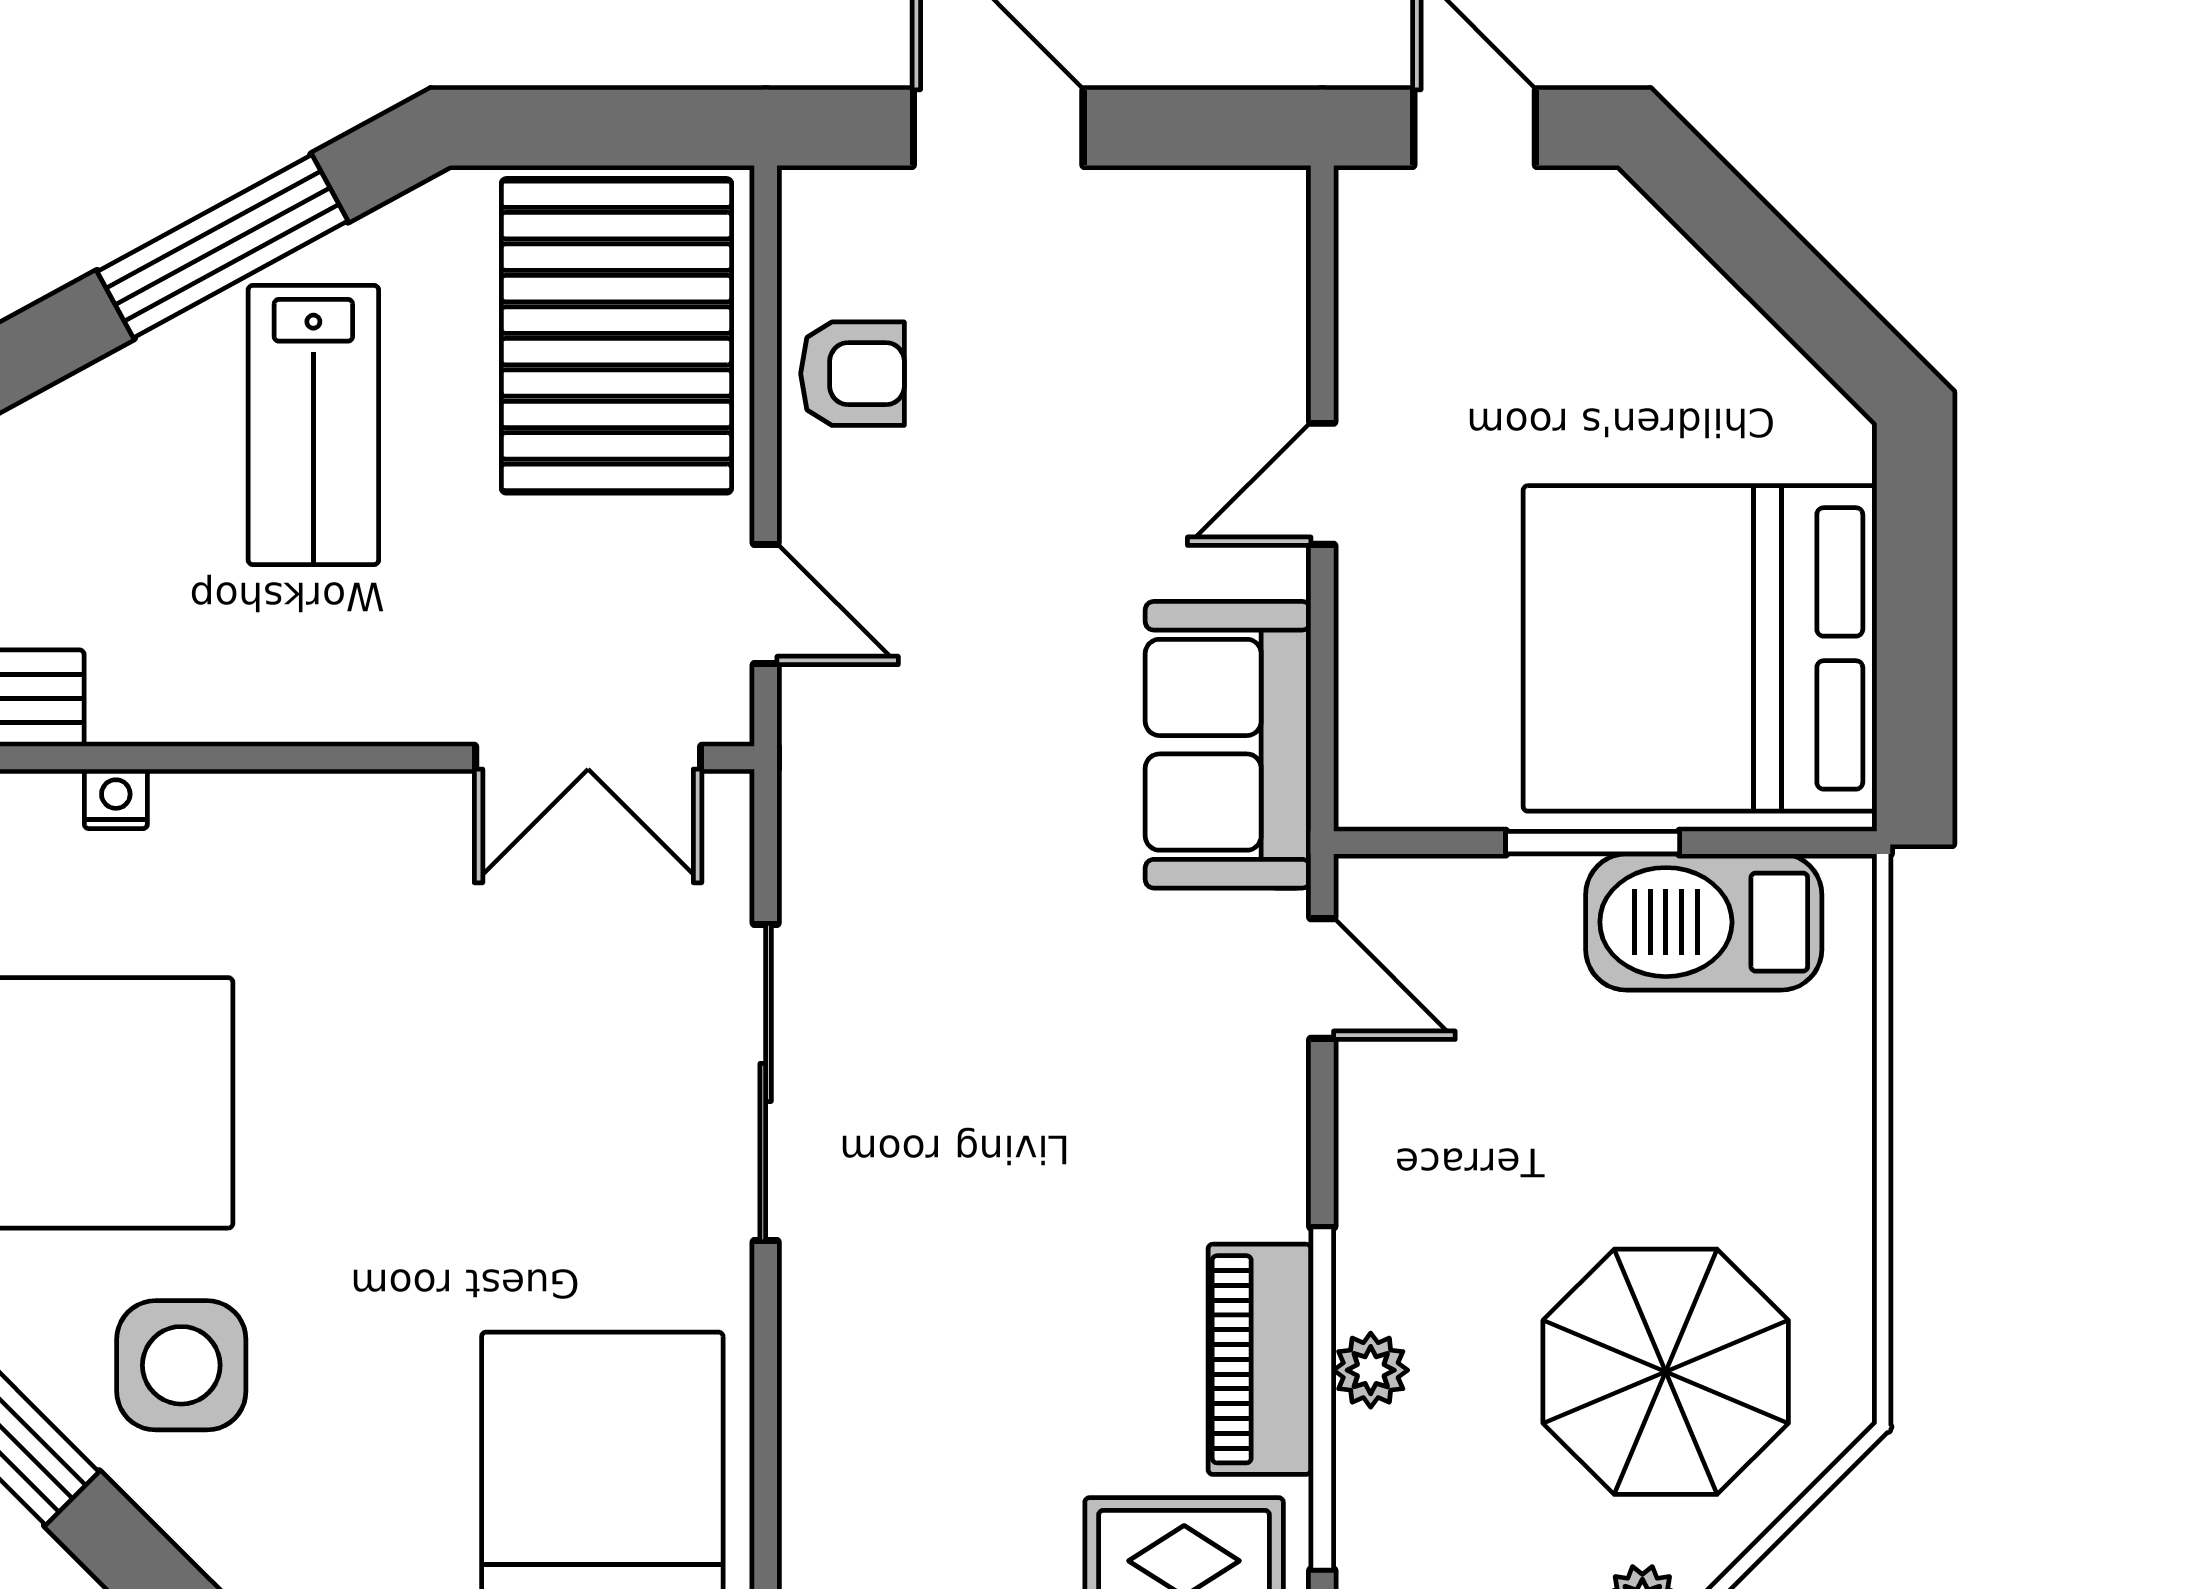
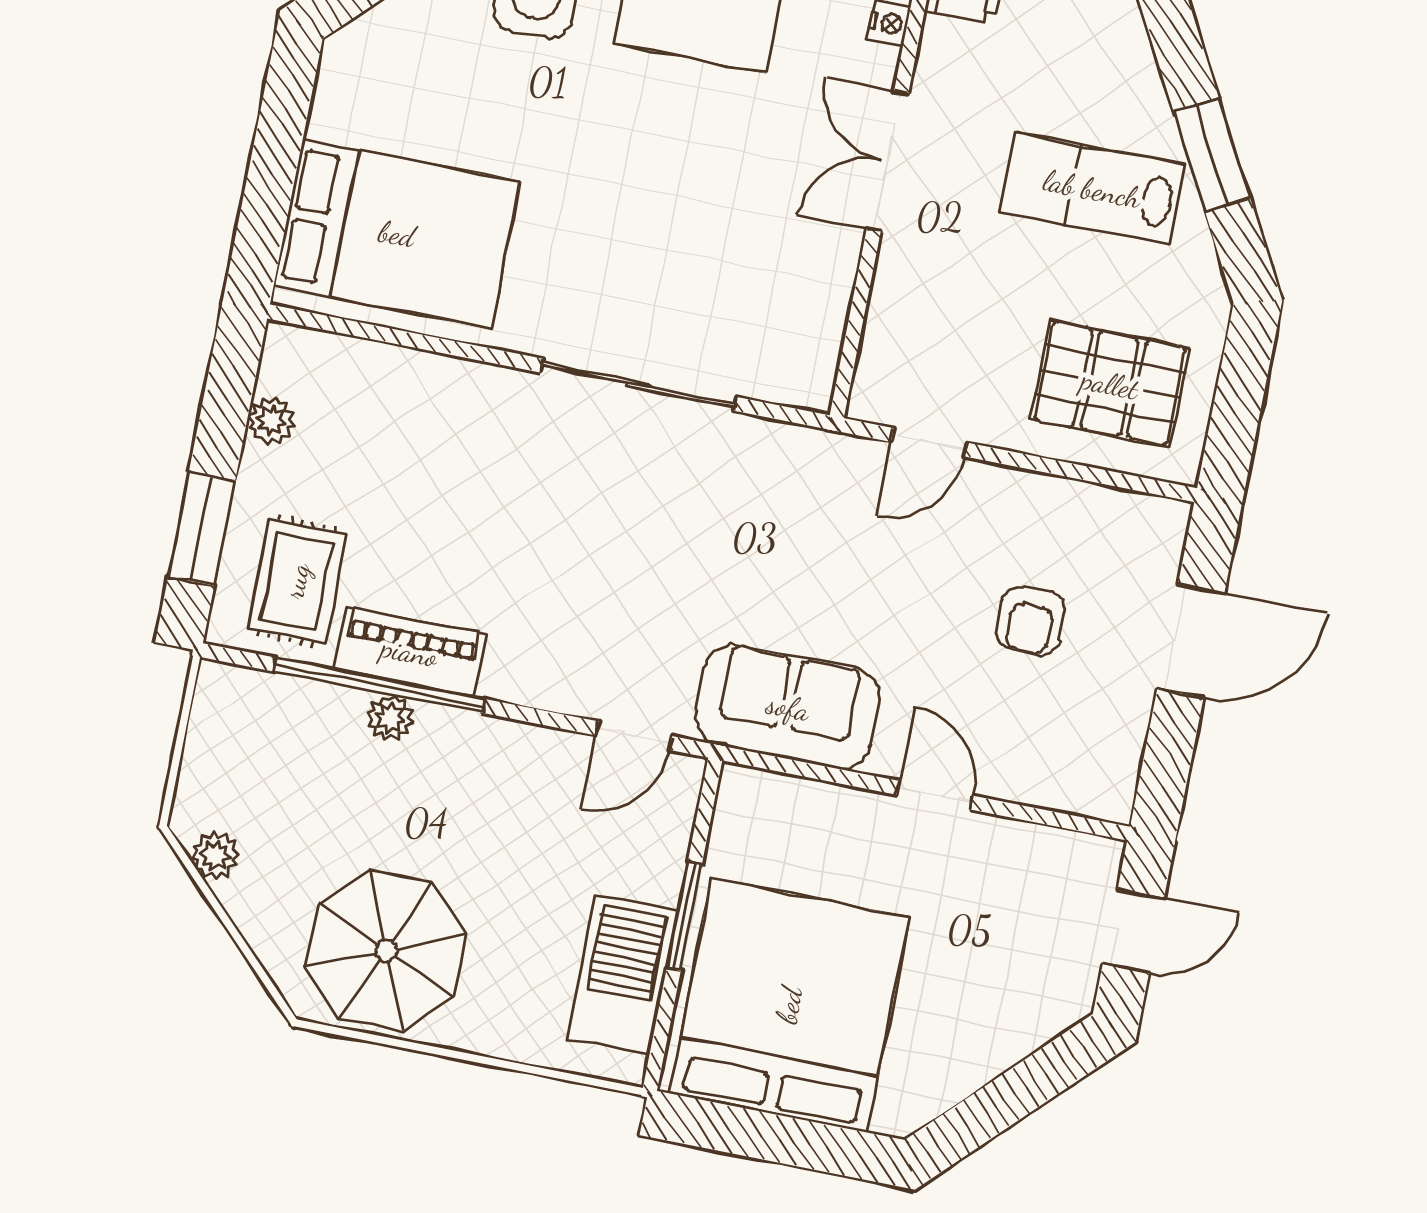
window: (223, 246) -> (1212, 155), width x0.69
pallet: (616, 336) -> (1110, 384), width x0.73, depth x0.71
armchair: (852, 374) -> (1031, 621), moved
double door: (588, 758) -> (887, 161), moved
parasol: (1666, 1372) -> (386, 951), moved

